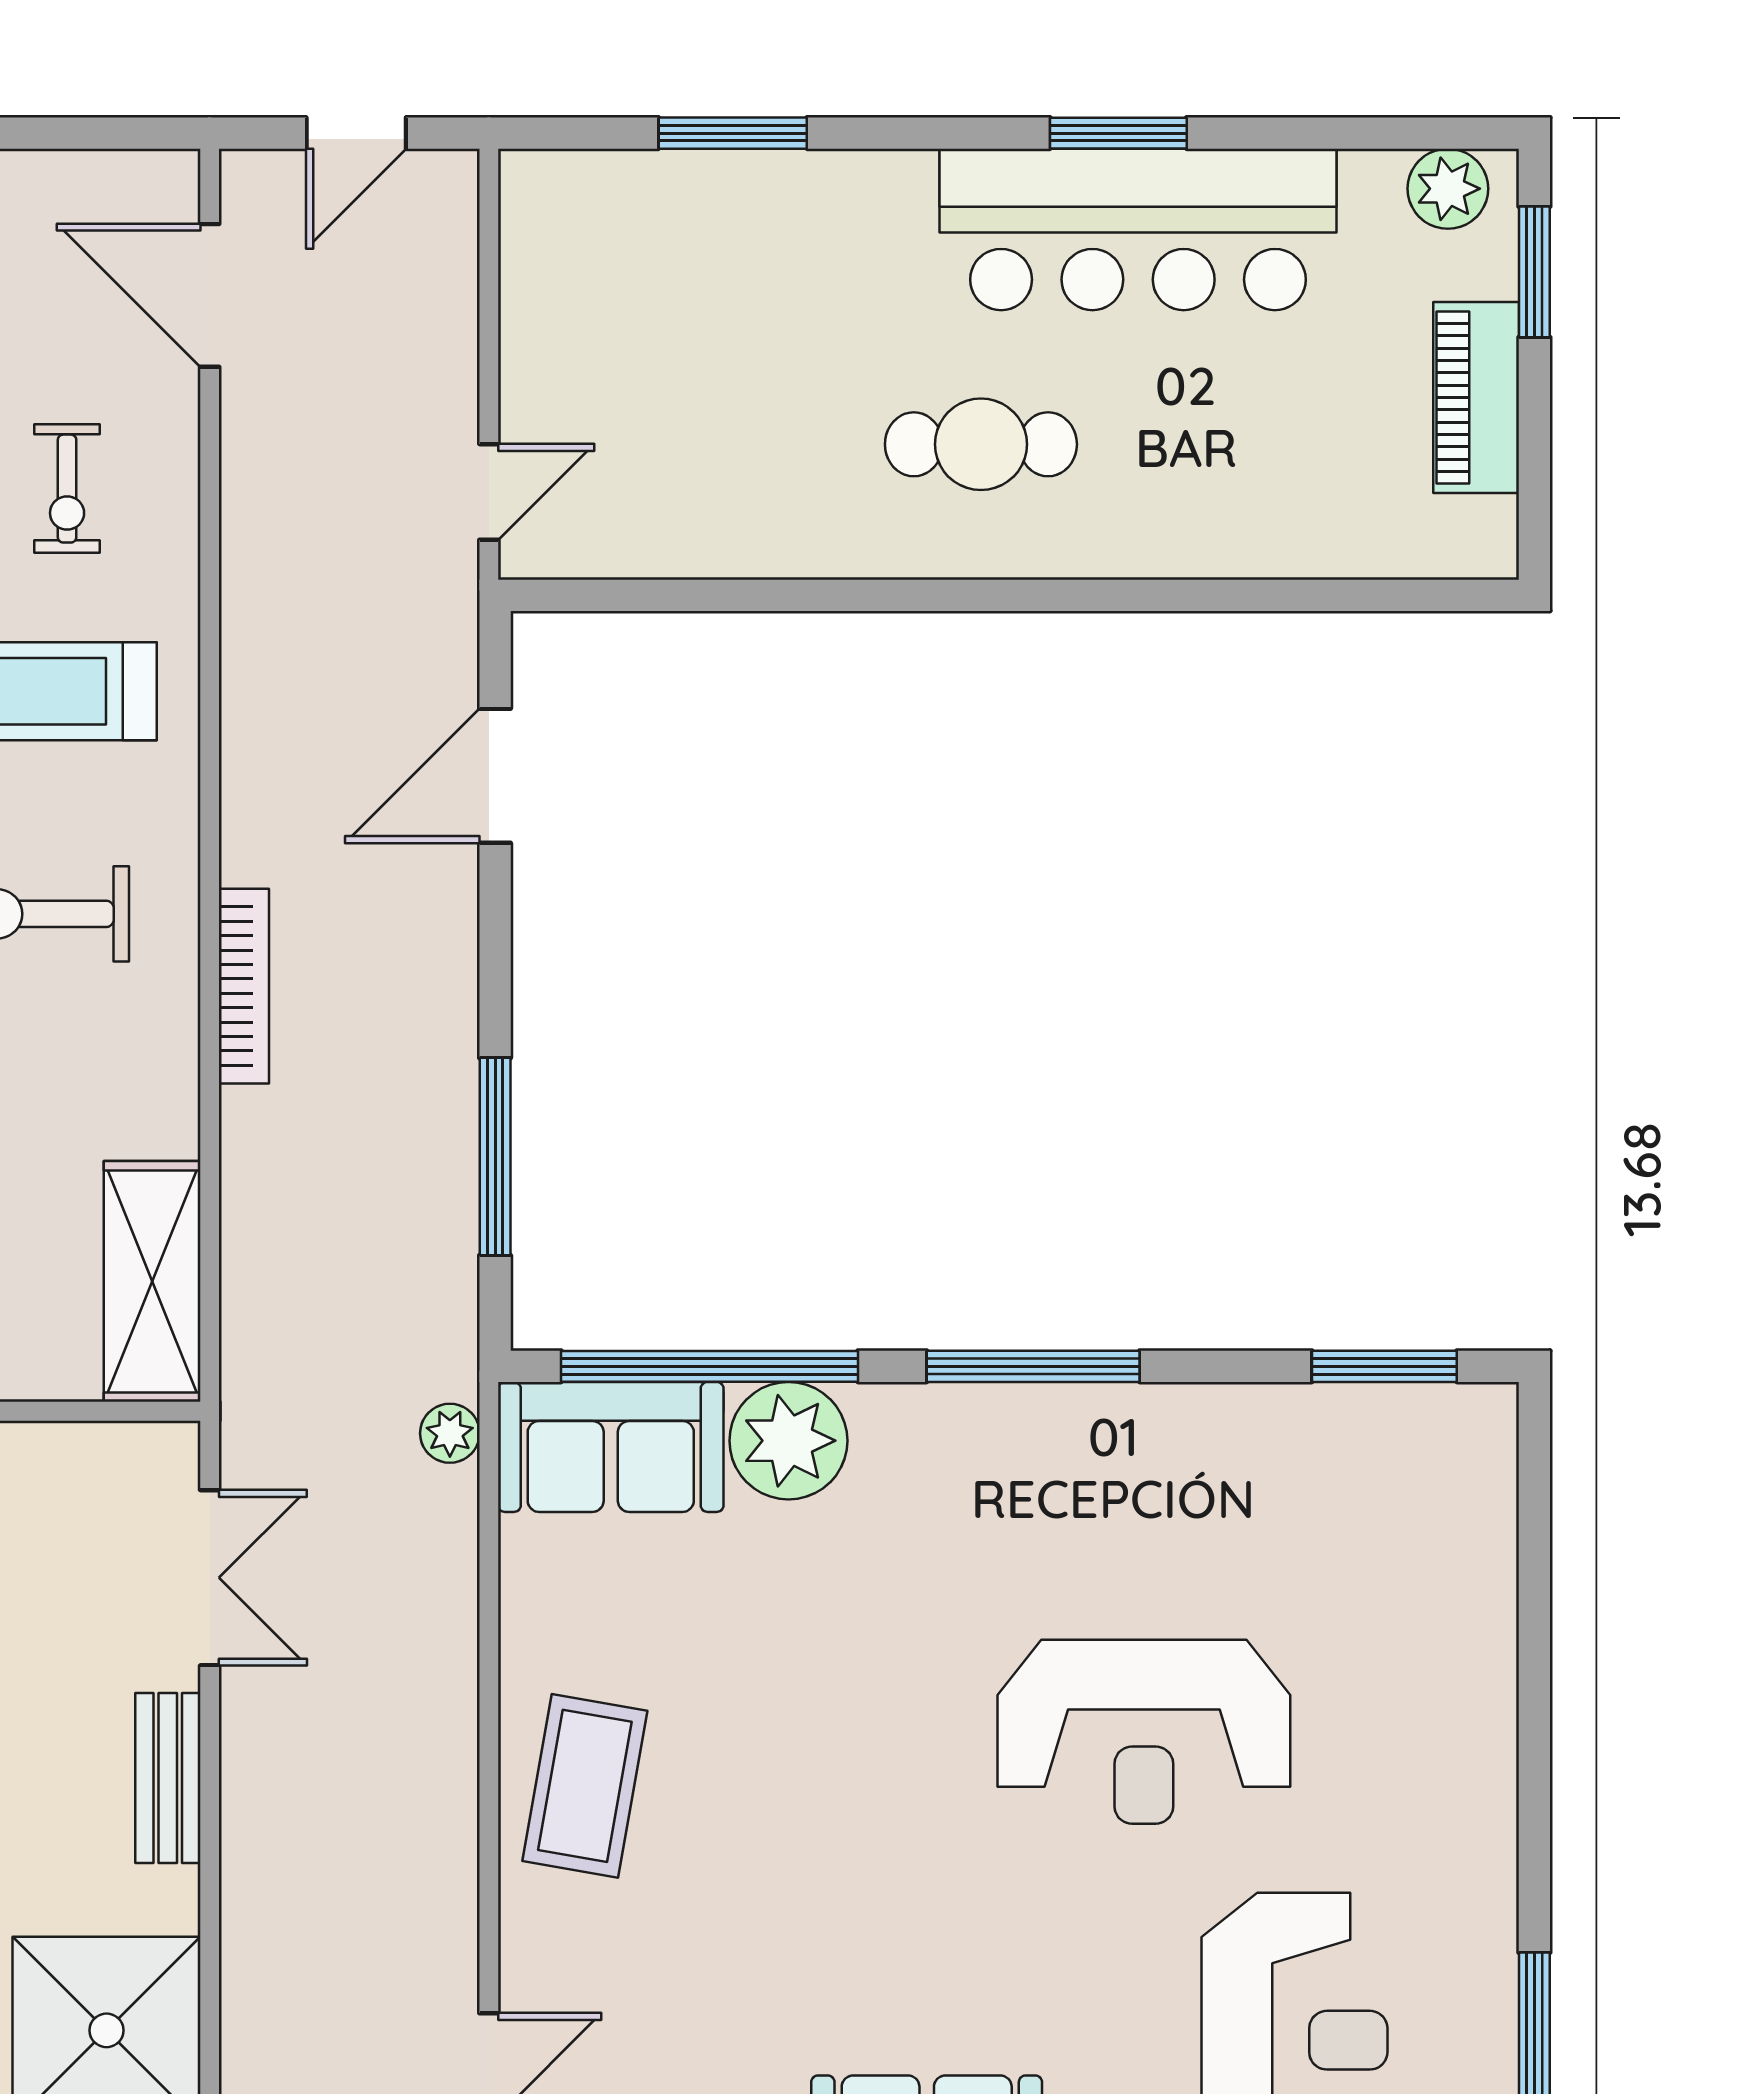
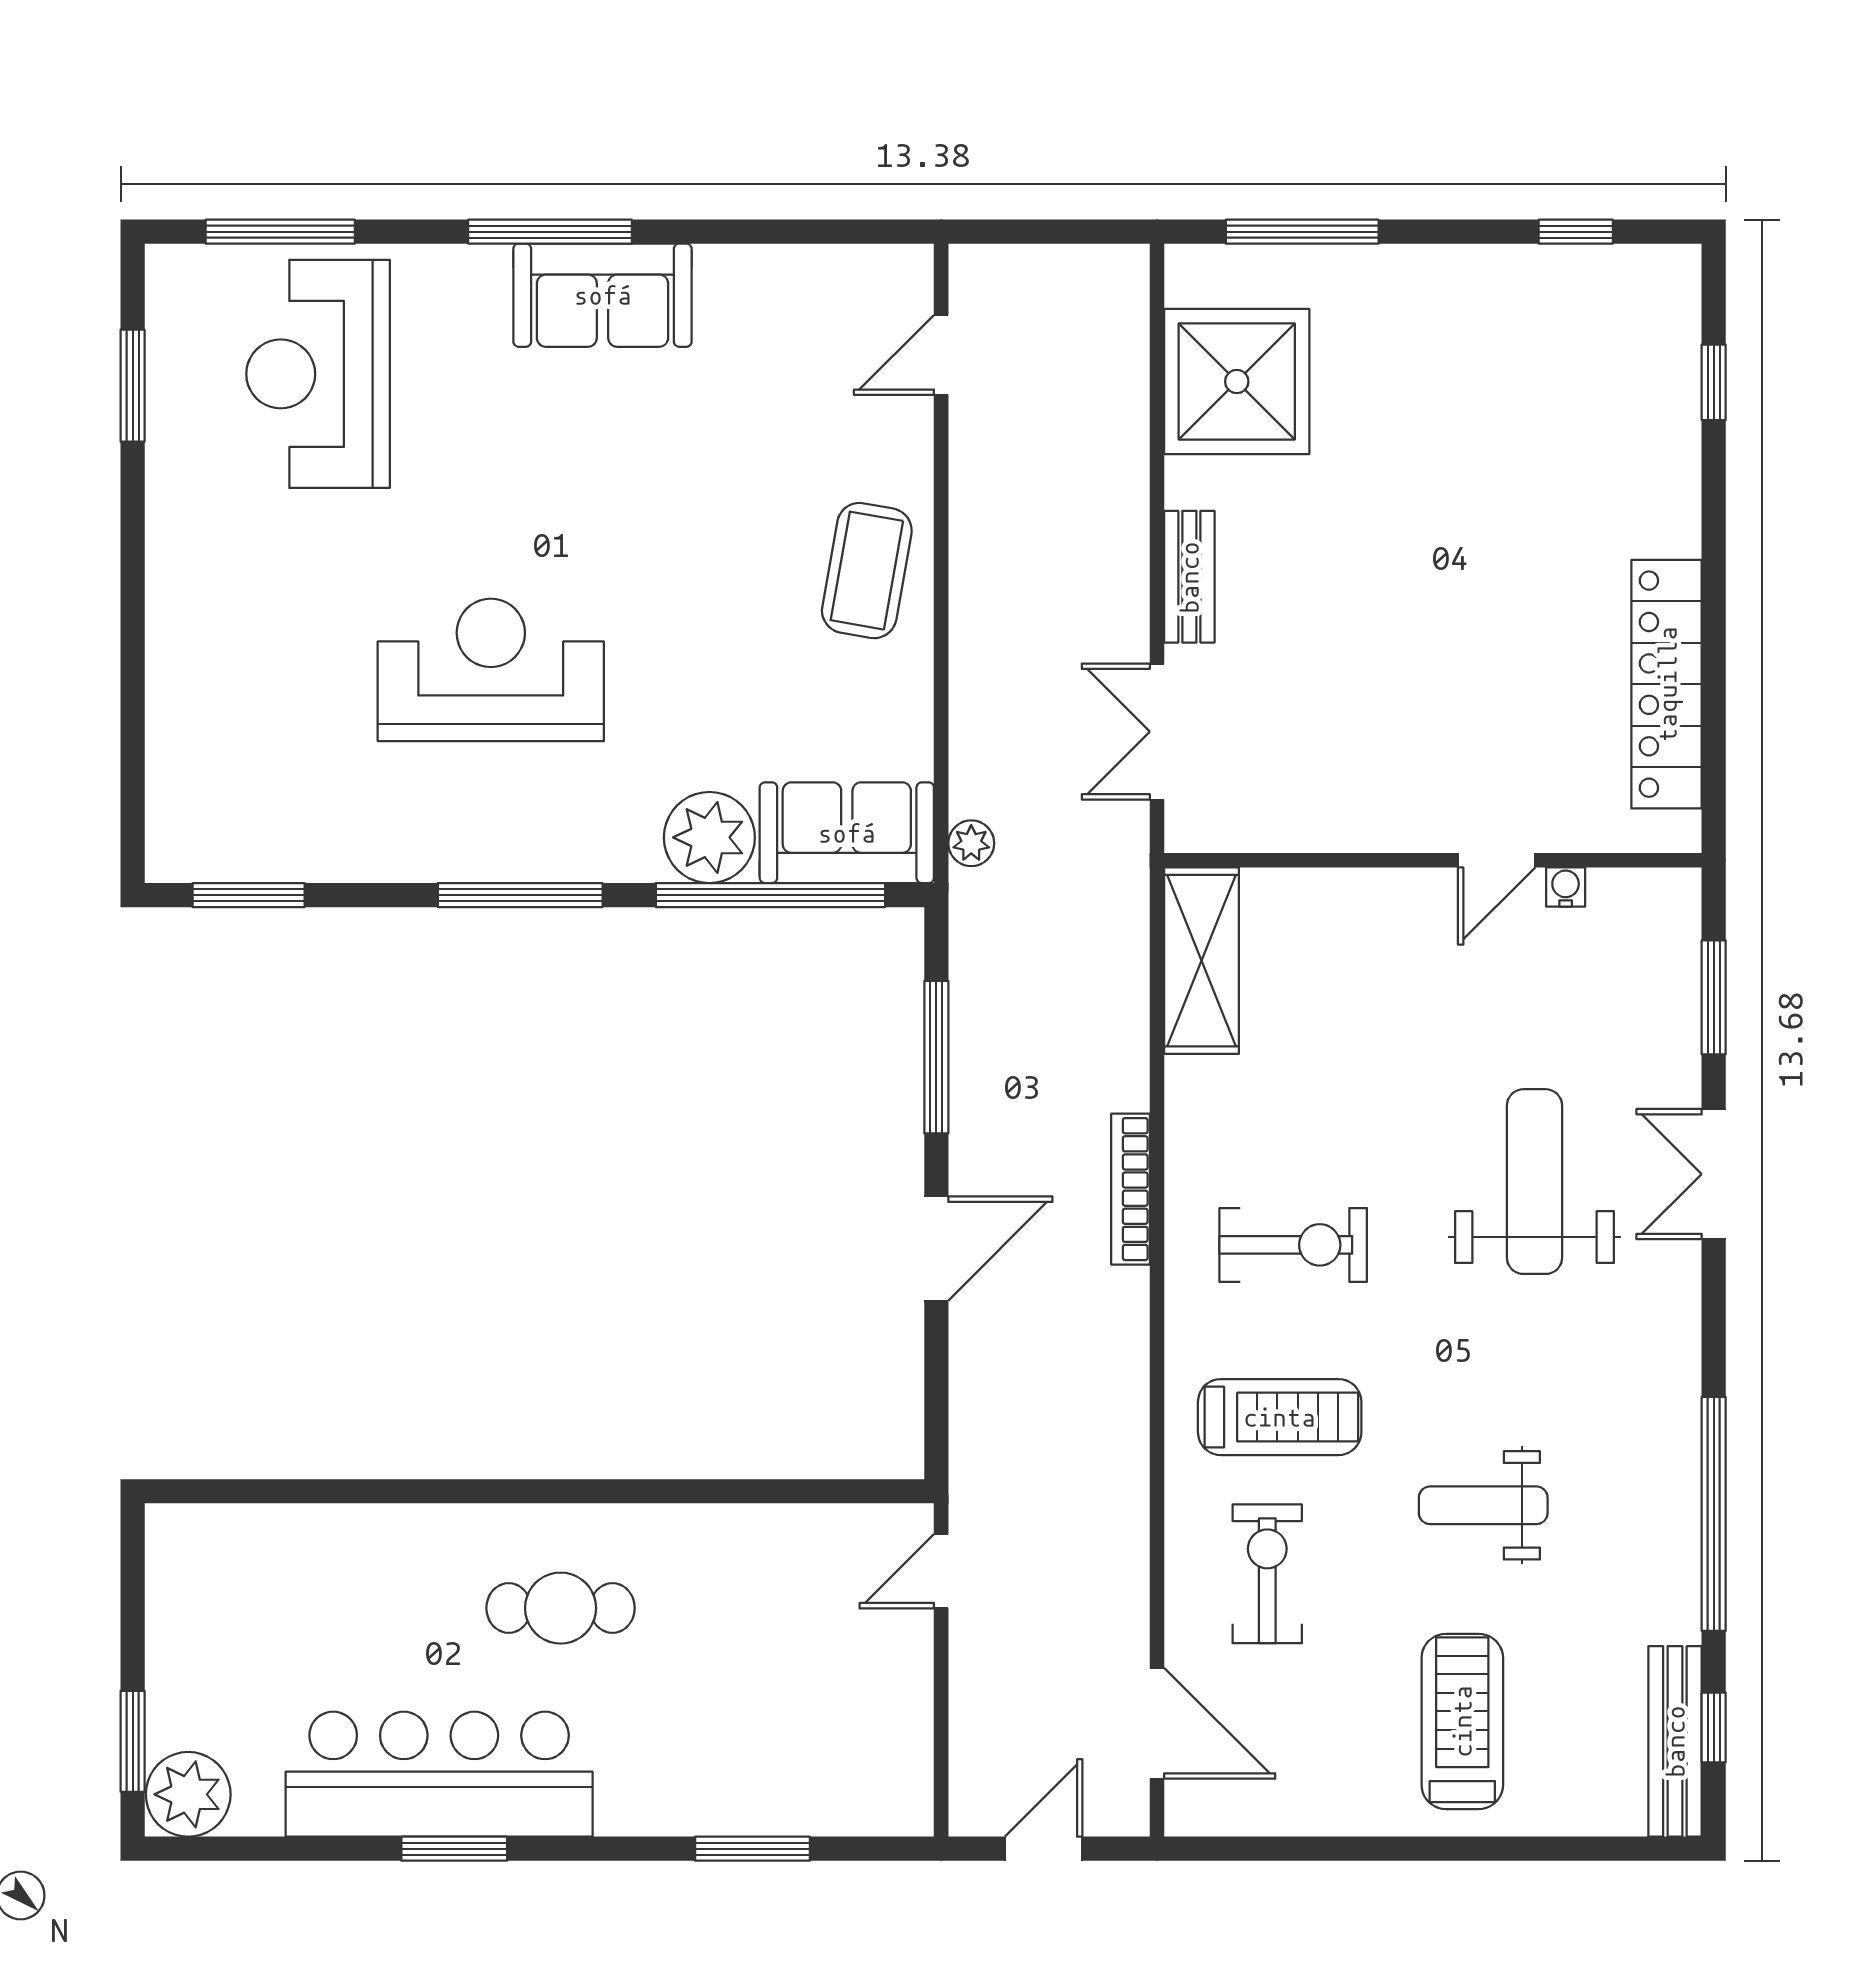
plant: (1448, 189) -> (188, 1794), width x1.36, depth x1.36
piano: (1476, 397) -> (178, 1644), removed
exercise bike: (67, 489) -> (1267, 1574), width x1.38, depth x1.39
door: (495, 776) -> (936, 1249), moved
reception desk: (1144, 1732) -> (491, 670), moved

